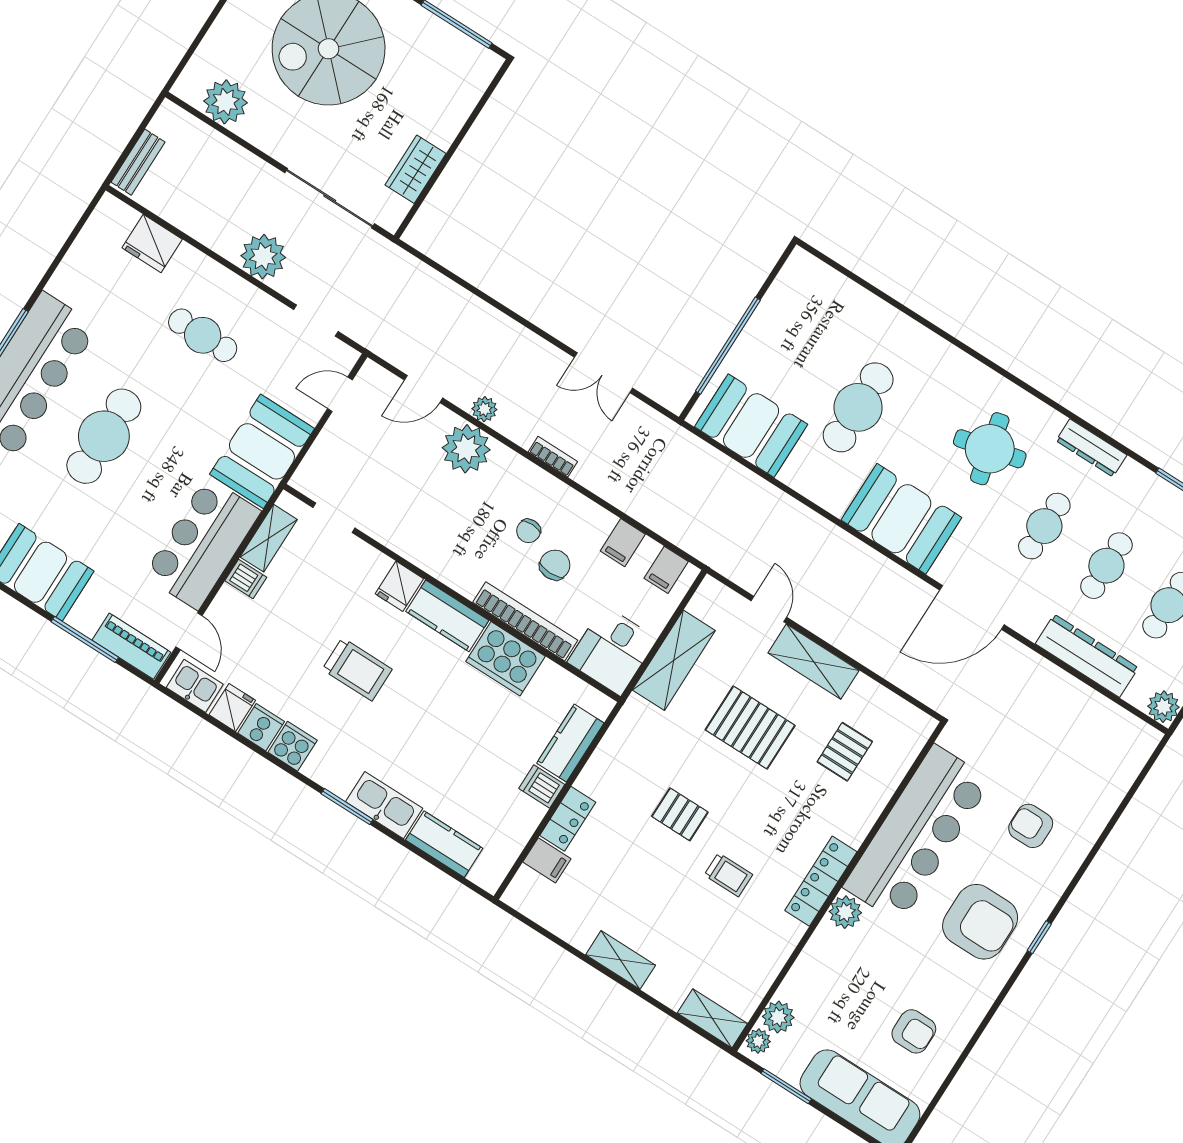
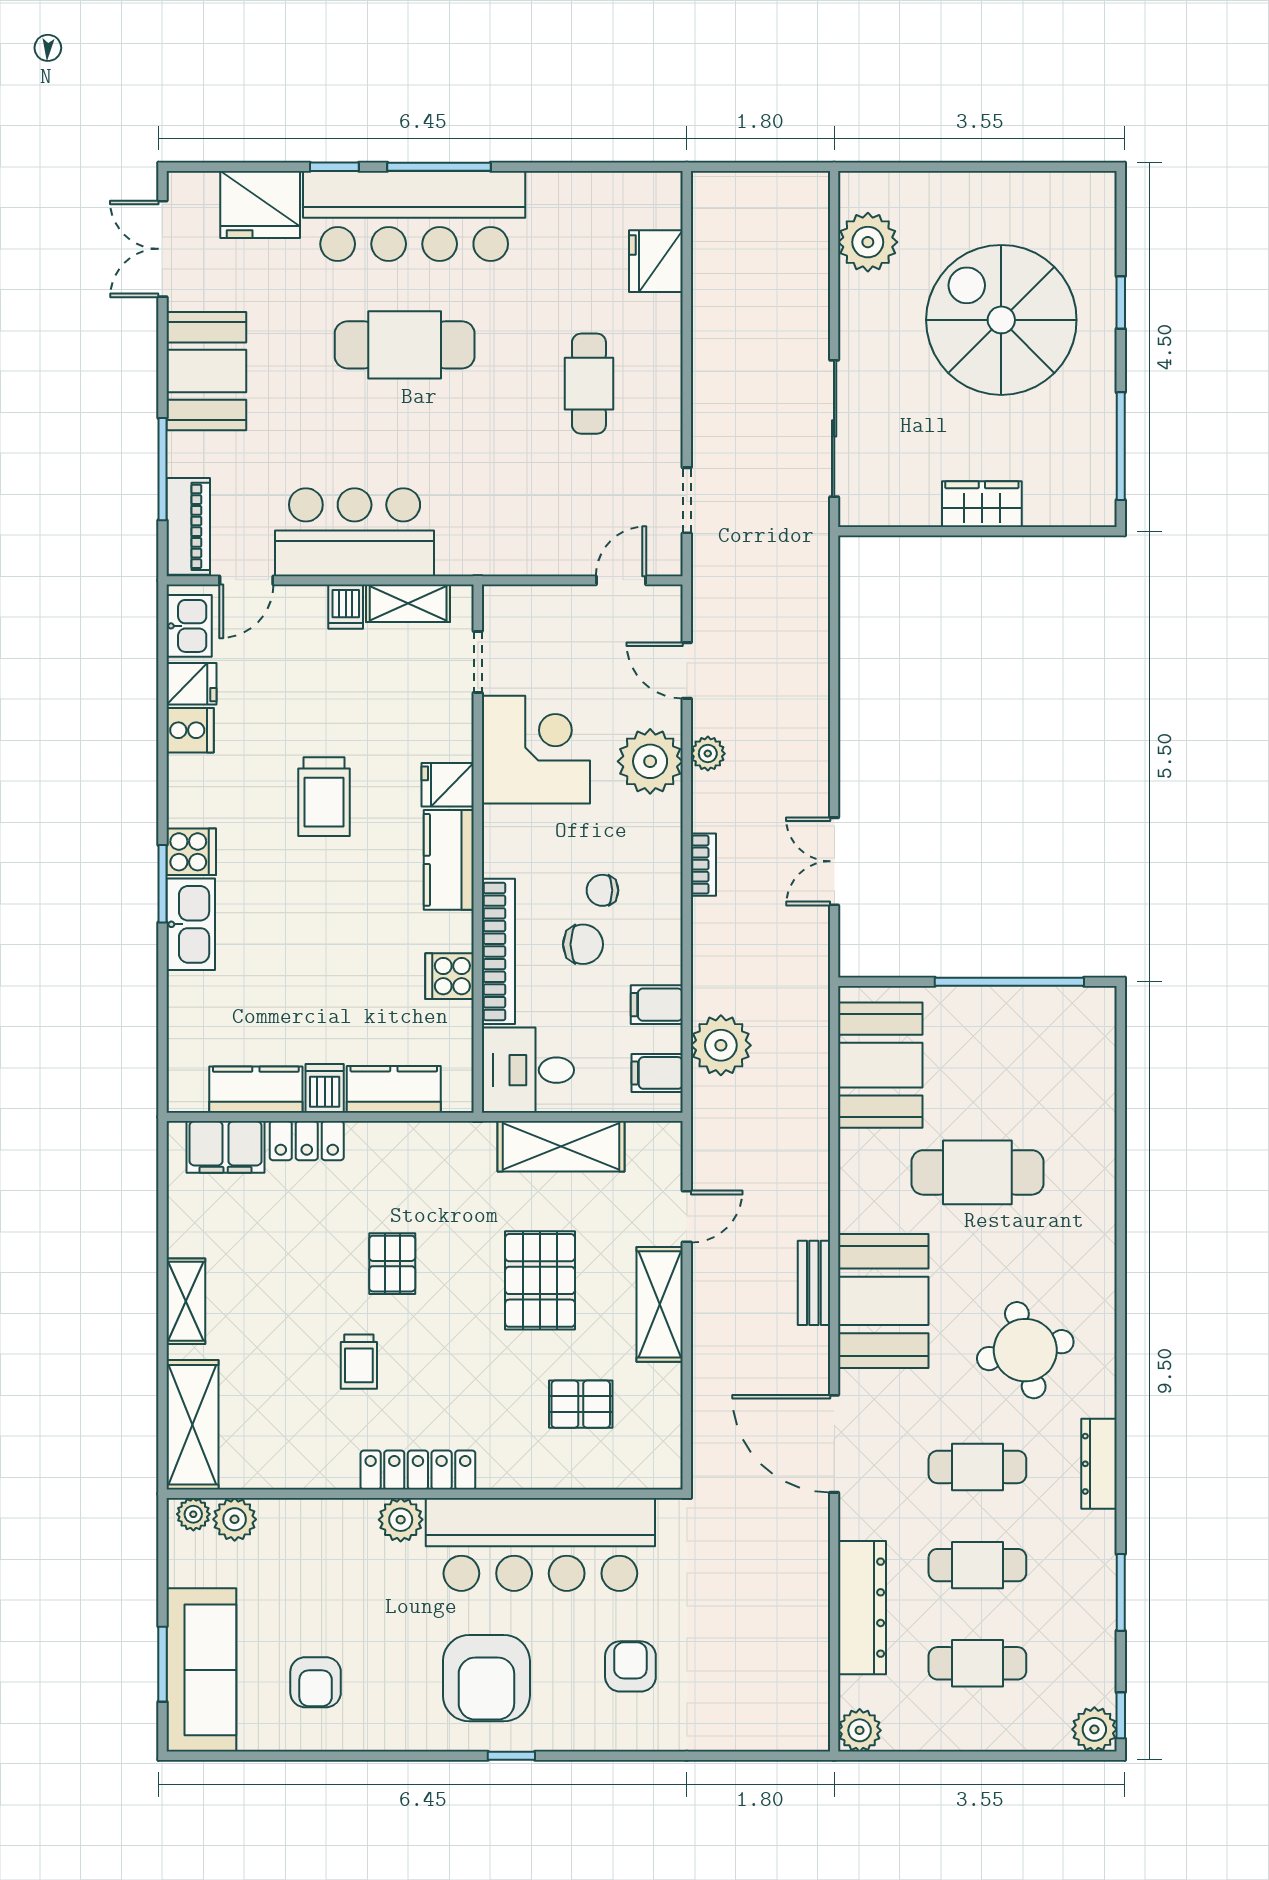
bench: (138, 162) -> (814, 1283), moved, turned 90
wardrobe: (415, 169) -> (982, 504), moved
plant: (263, 257) -> (721, 1045), moved
window: (728, 346) -> (1009, 982), moved
door: (340, 394) -> (621, 580), hinge flipped
booth: (262, 451) -> (501, 534), removed
corner desk: (413, 516) -> (536, 750), added
cooker: (505, 659) -> (450, 976), width x0.53, depth x0.76
cooker: (293, 746) -> (191, 852), moved
kitchen counter: (444, 844) -> (256, 1090), moved, turned -90
filing cabinet: (547, 860) -> (226, 1147), width x2.00
shelving: (712, 1018) -> (192, 1425), width x1.50, depth x1.33
window: (786, 1086) -> (162, 1664), moved

